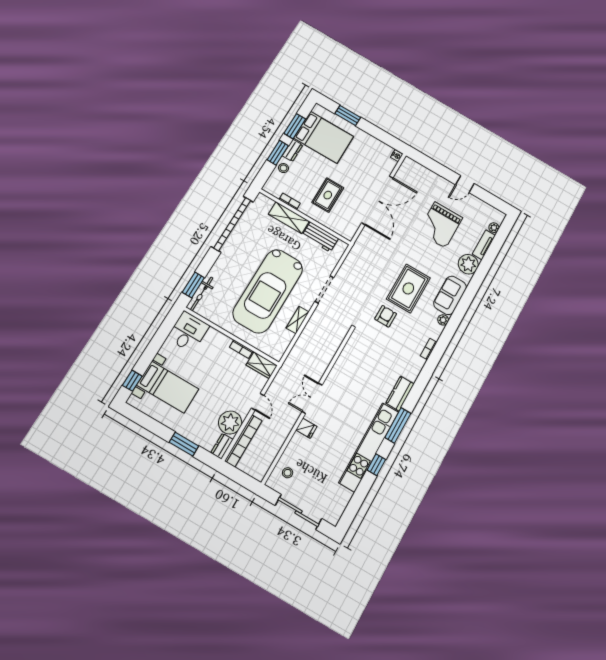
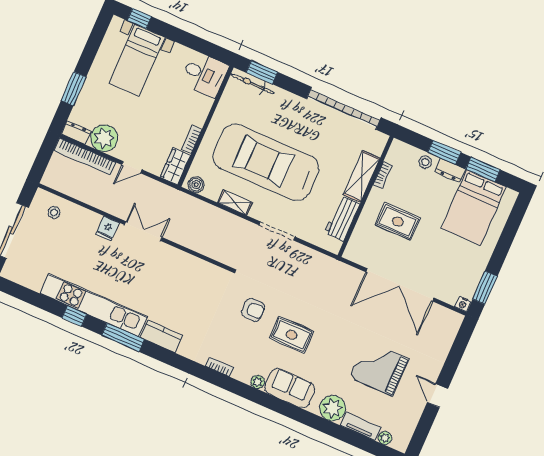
window: (348, 115) -> (485, 288), moved
rug: (408, 288) -> (292, 335), width x0.73, depth x0.70
boiler: (279, 350) -> (196, 185), added

